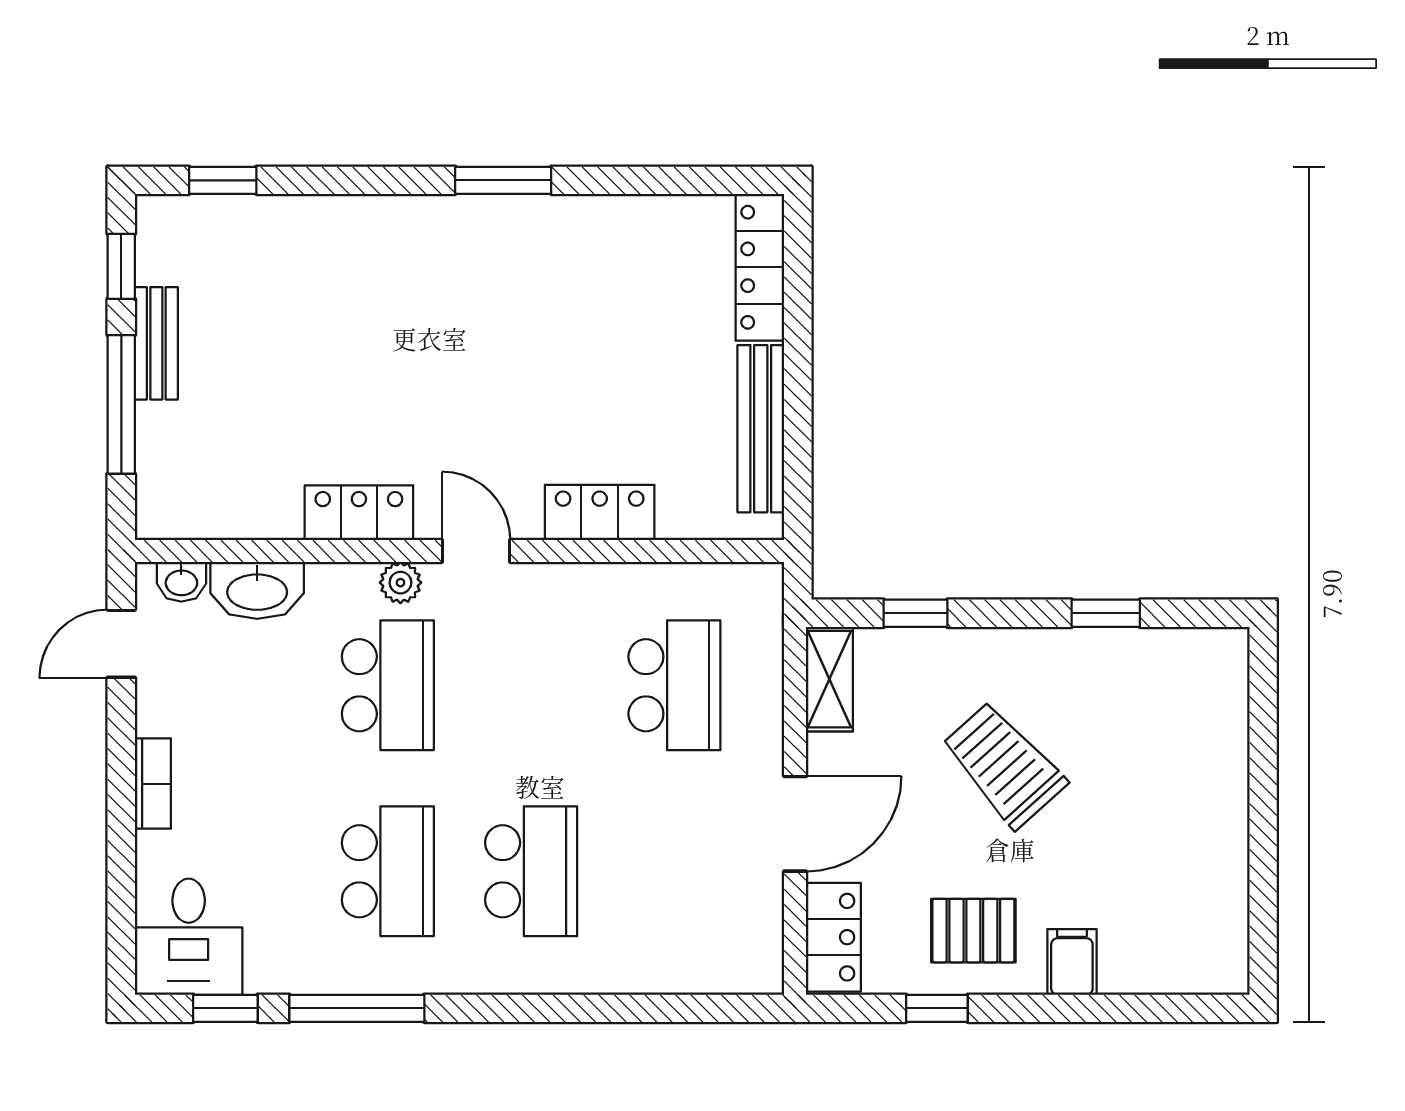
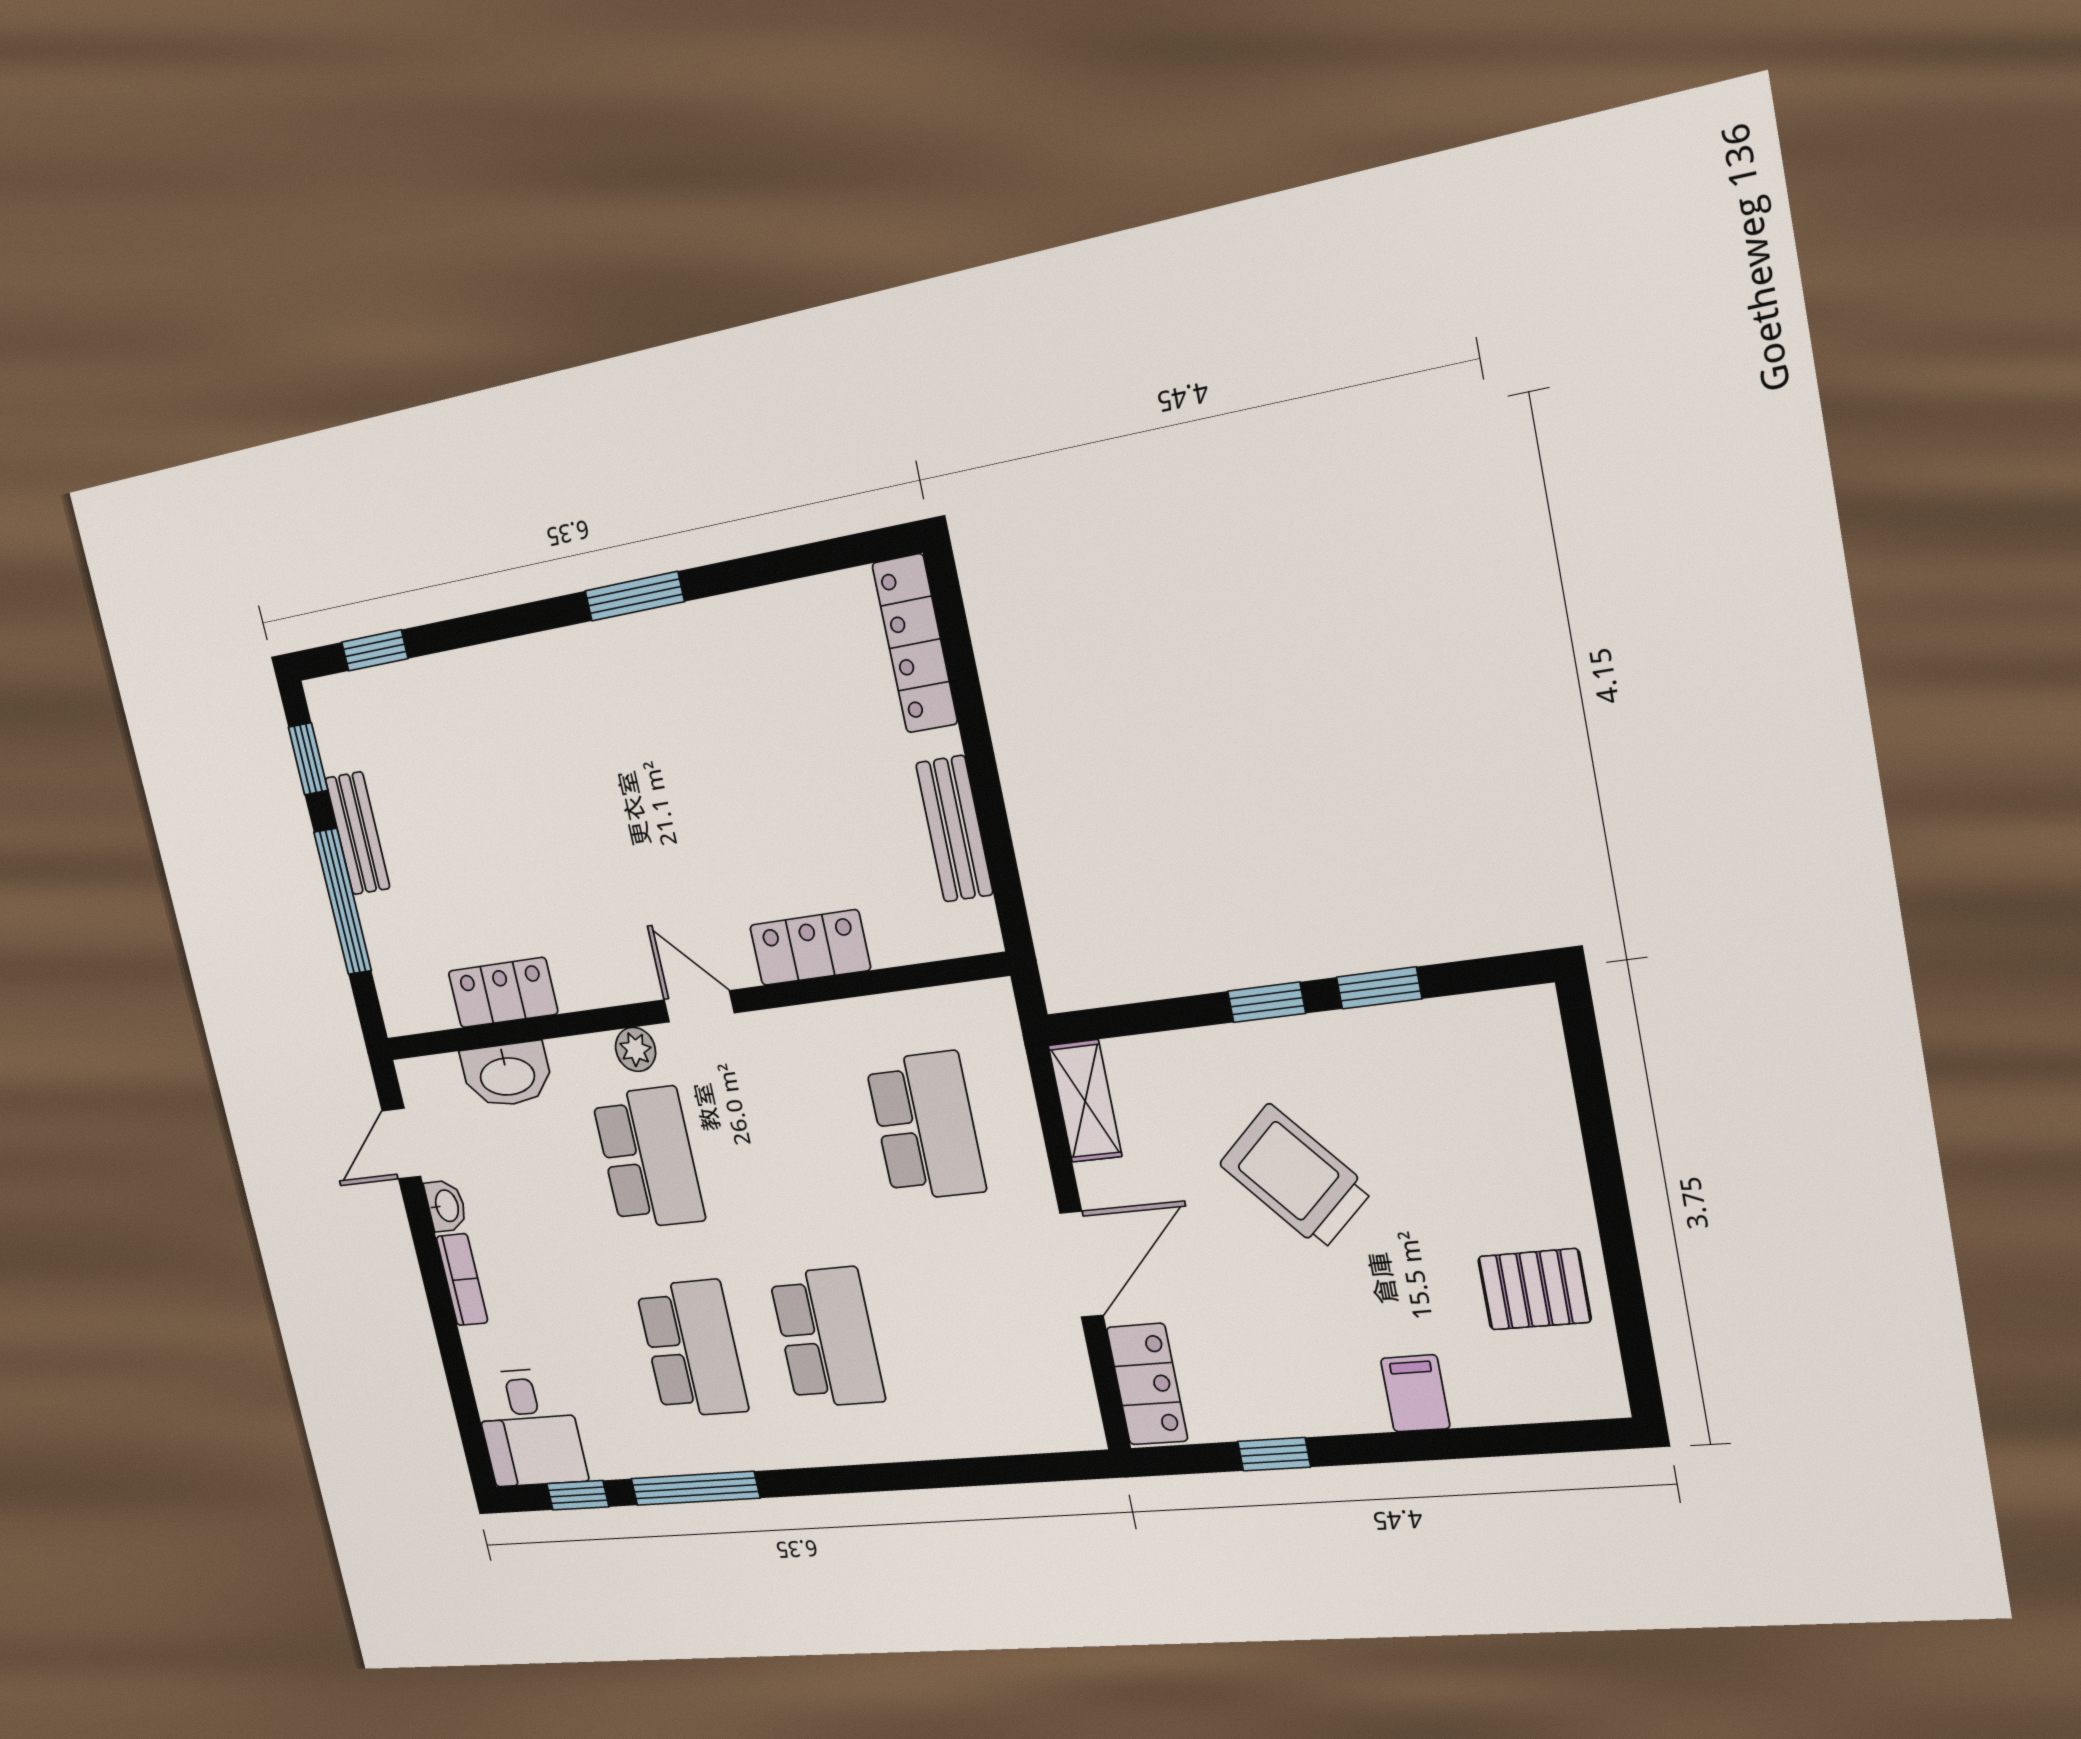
bench: (761, 429) -> (954, 829), width x0.73
locker: (359, 513) -> (503, 993), moved
washbasin: (181, 582) -> (446, 1206), moved, turned -90
window: (916, 613) -> (1267, 1002), moved
pallet: (973, 931) -> (1534, 1289), moved

